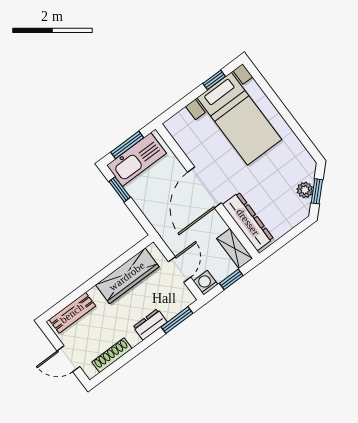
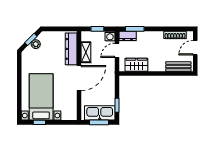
shelving: (235, 248) -> (86, 52), moved
wardrobe: (127, 276) -> (136, 65), width x0.67
dresser: (150, 324) -> (128, 36), moved
door: (68, 359) -> (195, 48), swing flipped

